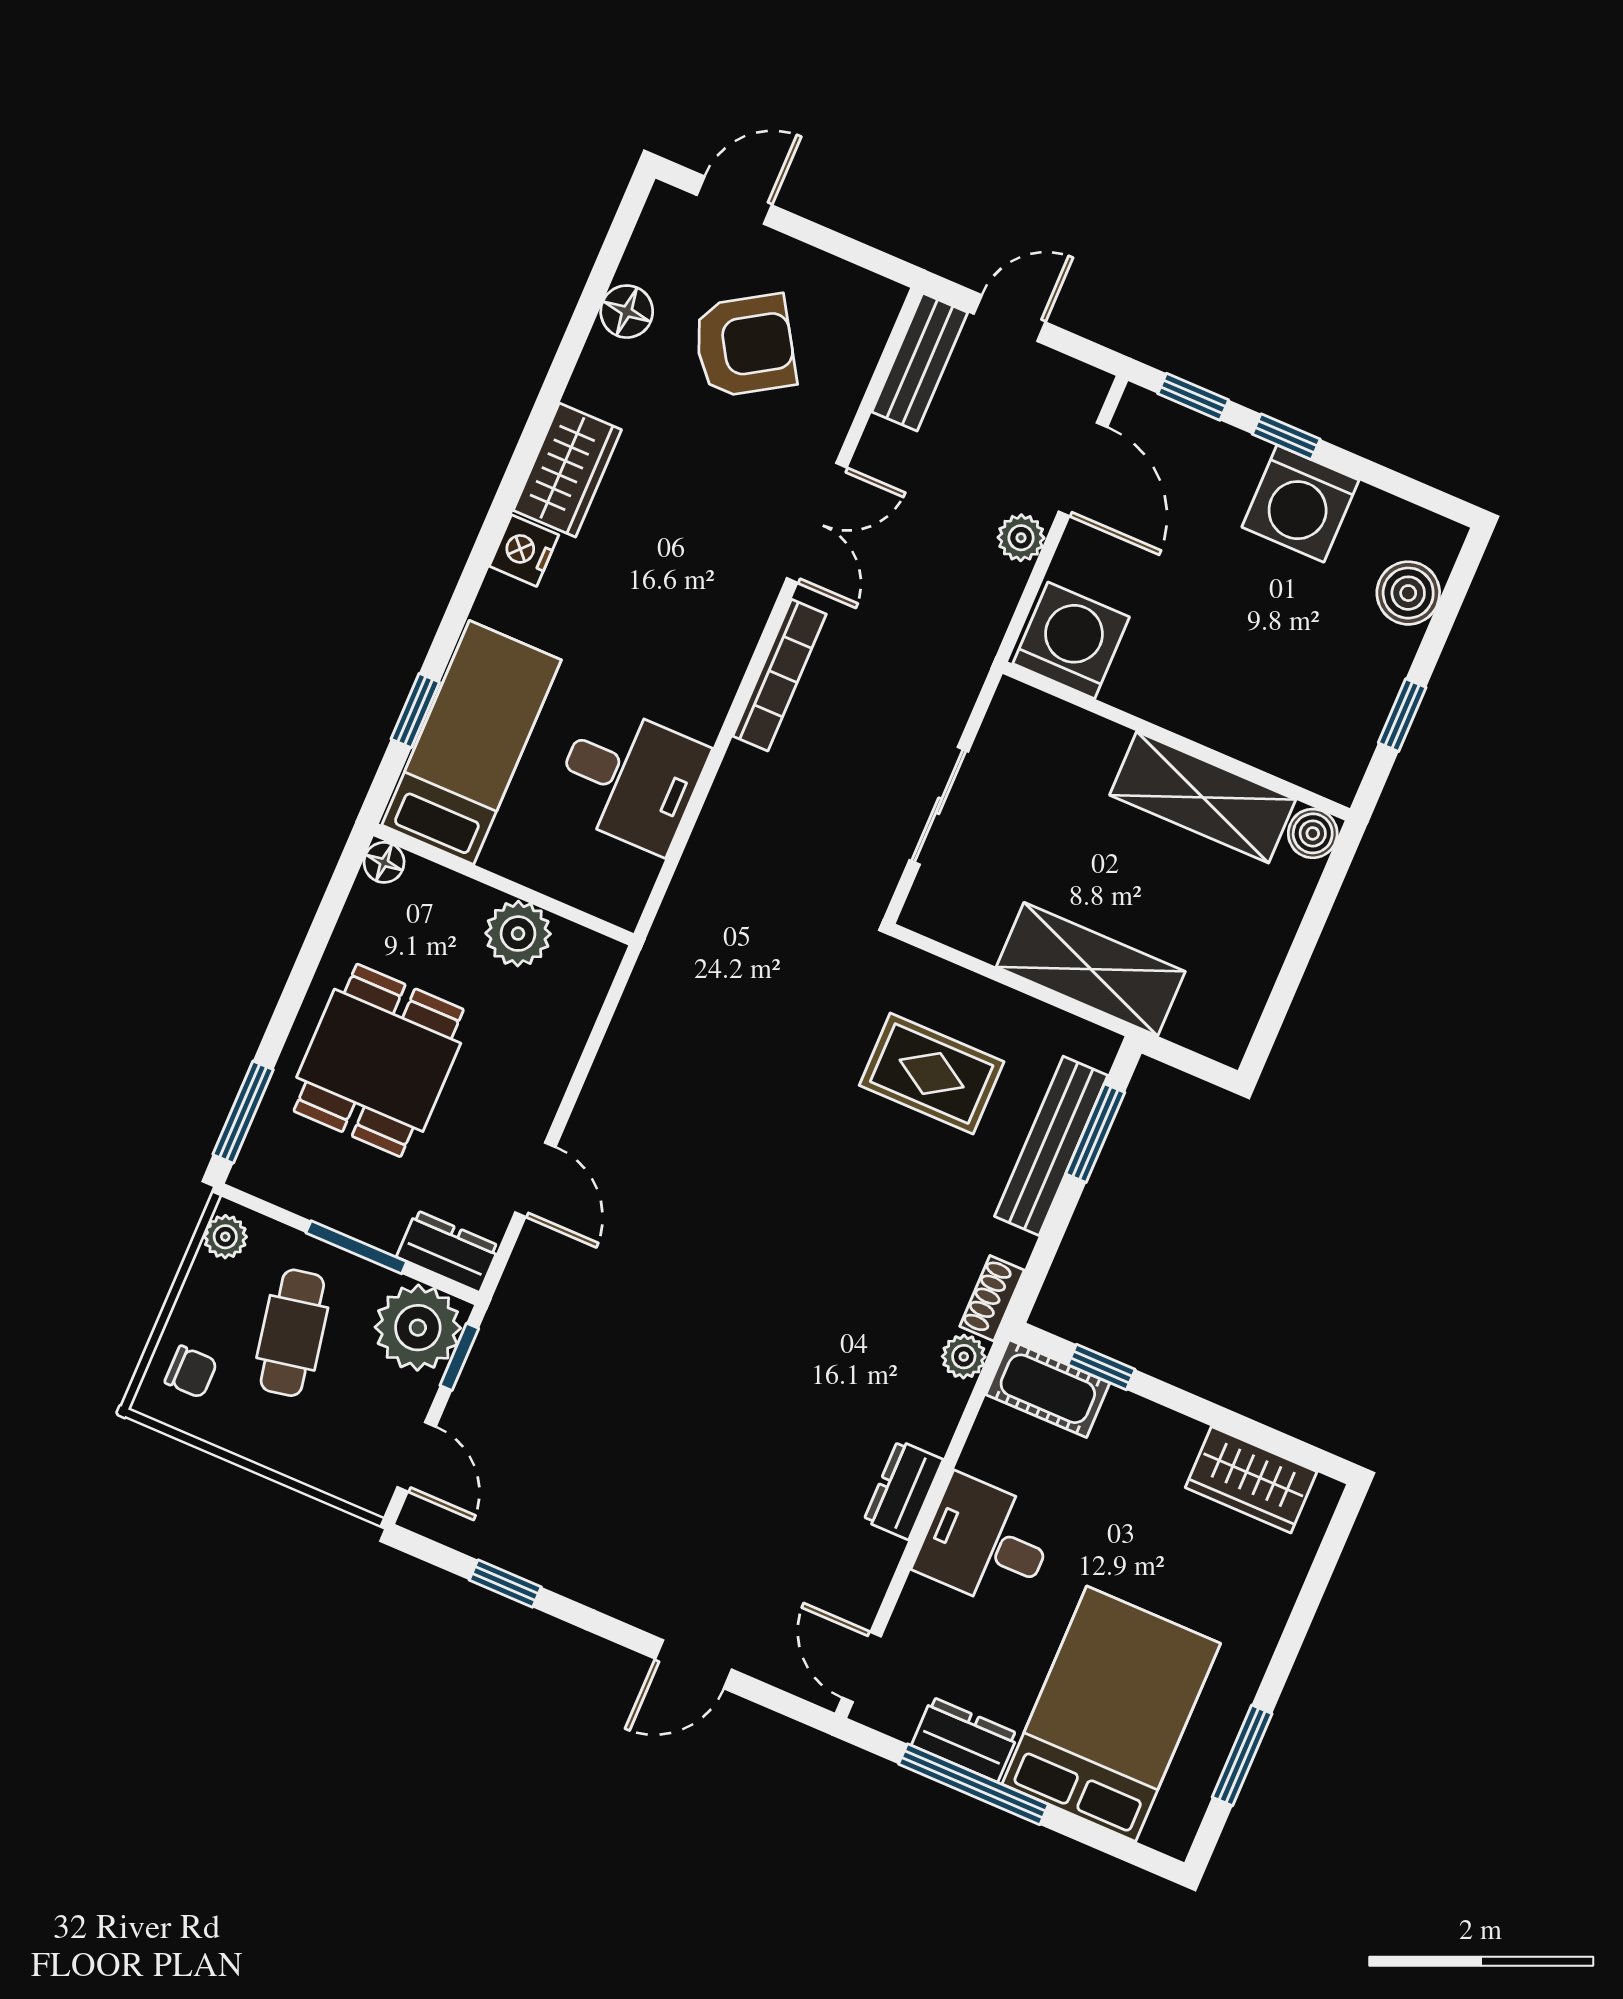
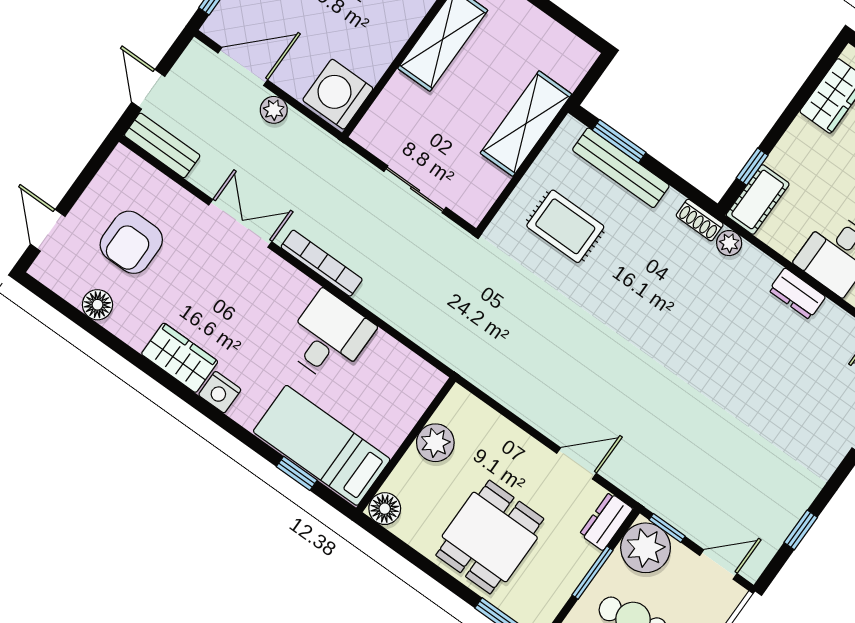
armchair: (745, 346) -> (131, 242), turned -148
desk: (630, 778) -> (329, 337), moved
floor lamp: (384, 862) -> (385, 509), width x1.37, depth x1.37
dining table: (379, 1060) -> (490, 537), turned 90
rug: (932, 1074) -> (565, 226), turned 90

